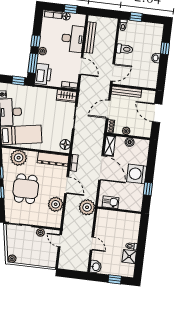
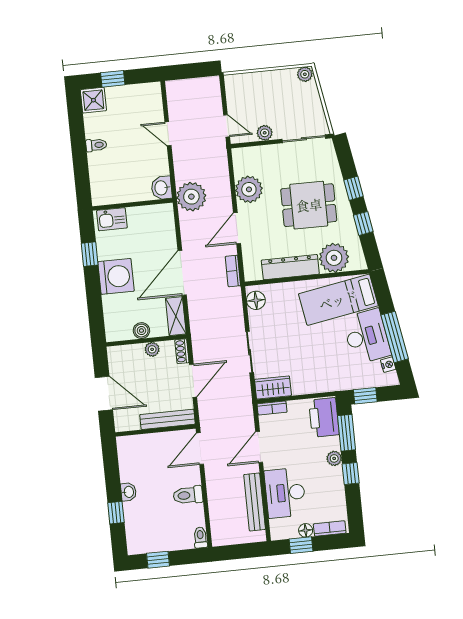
window: (136, 17) -> (158, 560), moved
door: (81, 66) -> (259, 447), hinge flipped
dresser: (53, 159) -> (290, 267), moved
door: (101, 168) -> (182, 273), hinge flipped
door: (67, 185) -> (237, 228), hinge flipped
dining table: (26, 189) -> (309, 205), turned 90
kitchen sink: (111, 202) -> (112, 219), moved
shower: (129, 257) -> (93, 100), moved
washbasin: (96, 267) -> (162, 188), moved

